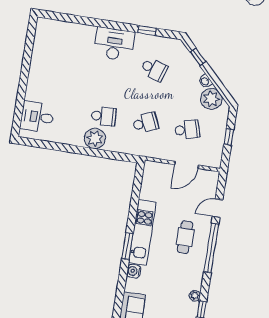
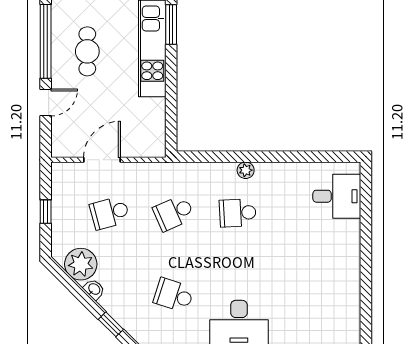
plant: (95, 138) -> (246, 170), width x0.53, depth x0.53

